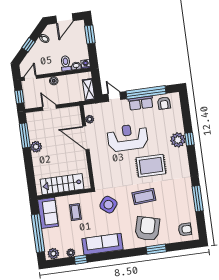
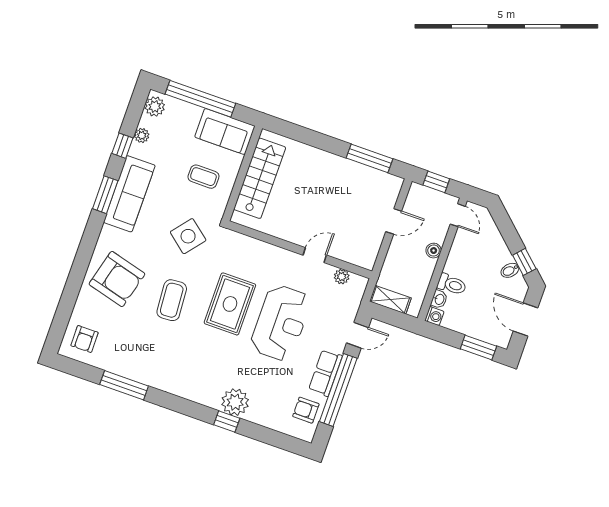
window: (29, 45) -> (524, 262), moved
door: (86, 138) -> (315, 255), width x0.53
plant: (36, 147) -> (342, 167), removed
rug: (151, 166) -> (230, 304), moved
window: (156, 249) -> (105, 195), moved

